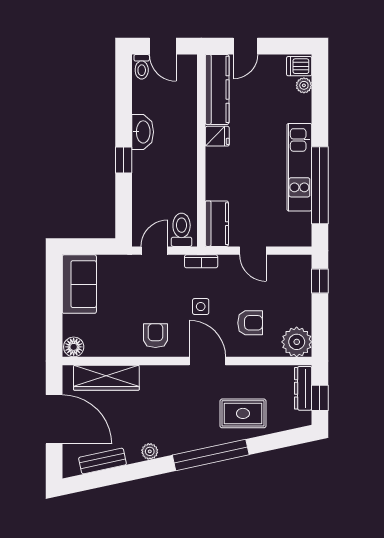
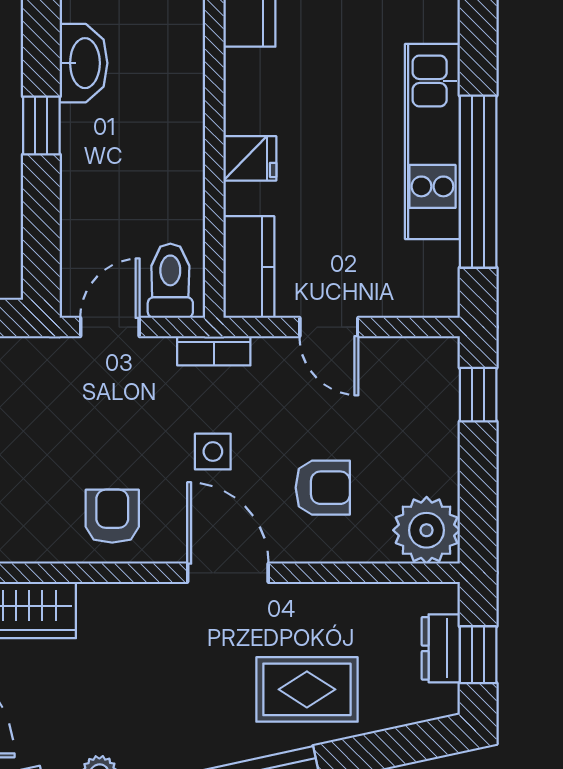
fridge: (217, 136) -> (250, 158), moved
dresser: (303, 388) -> (441, 648), width x0.70

